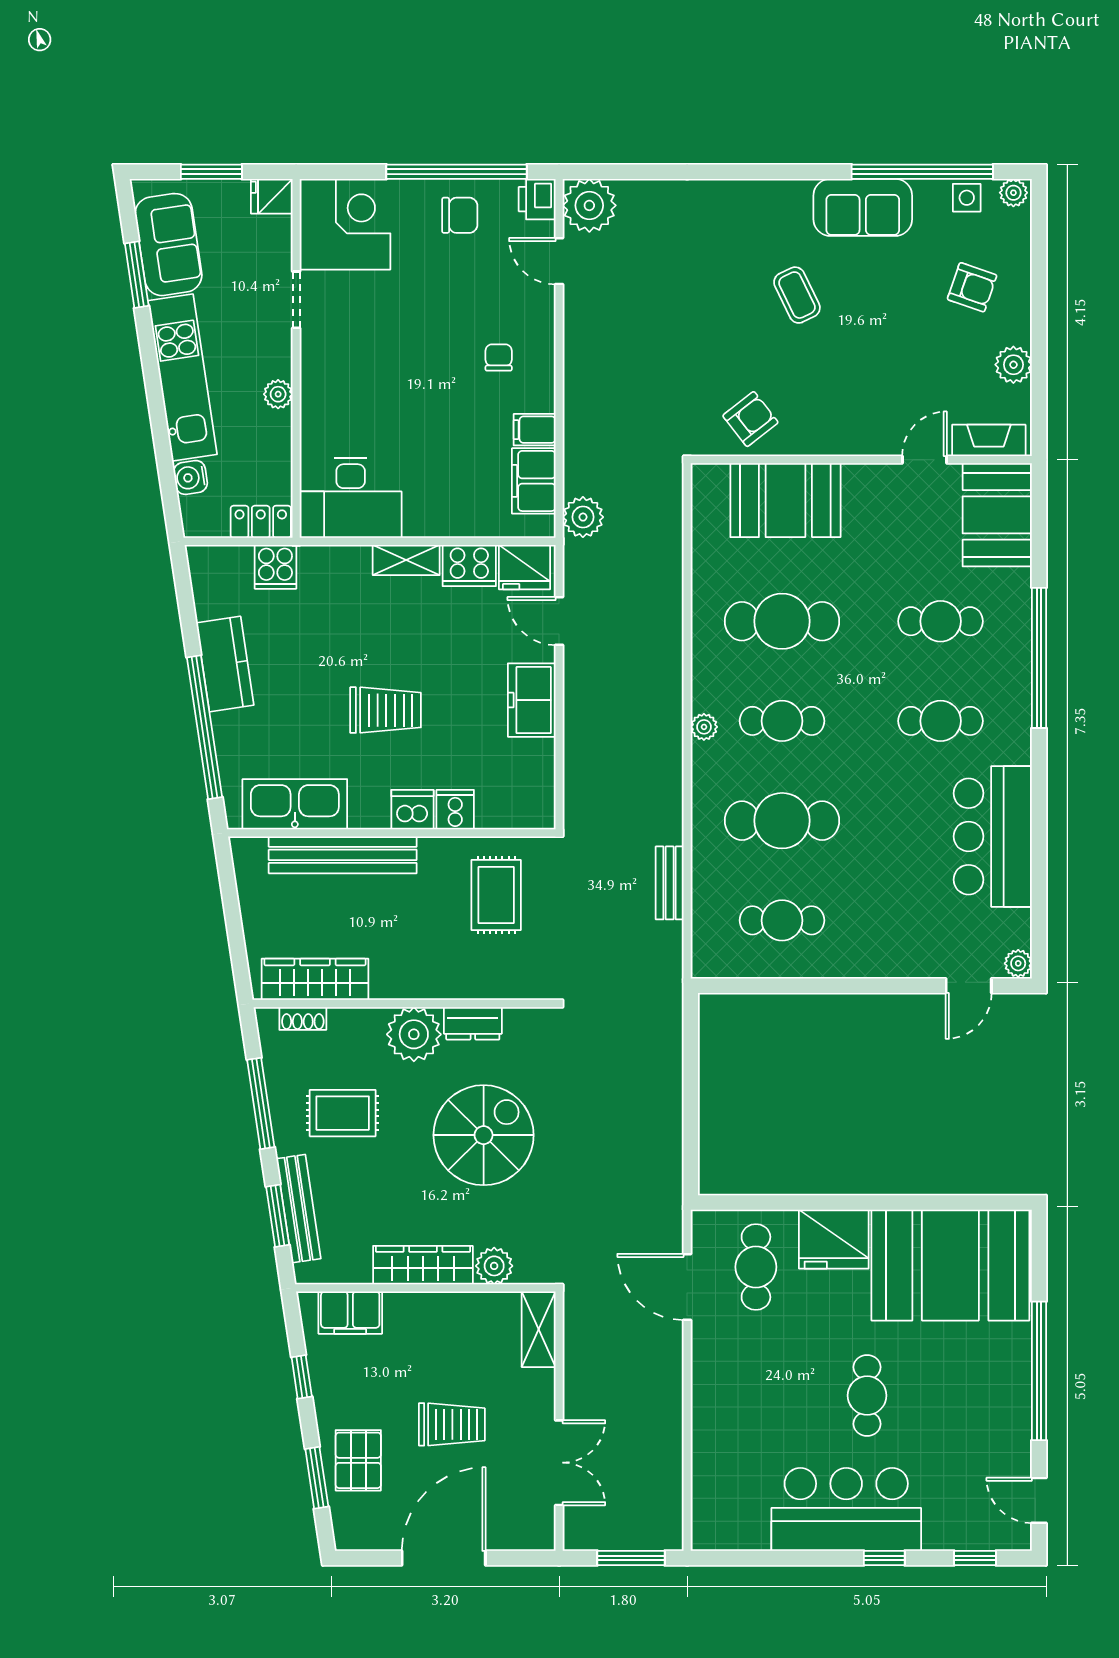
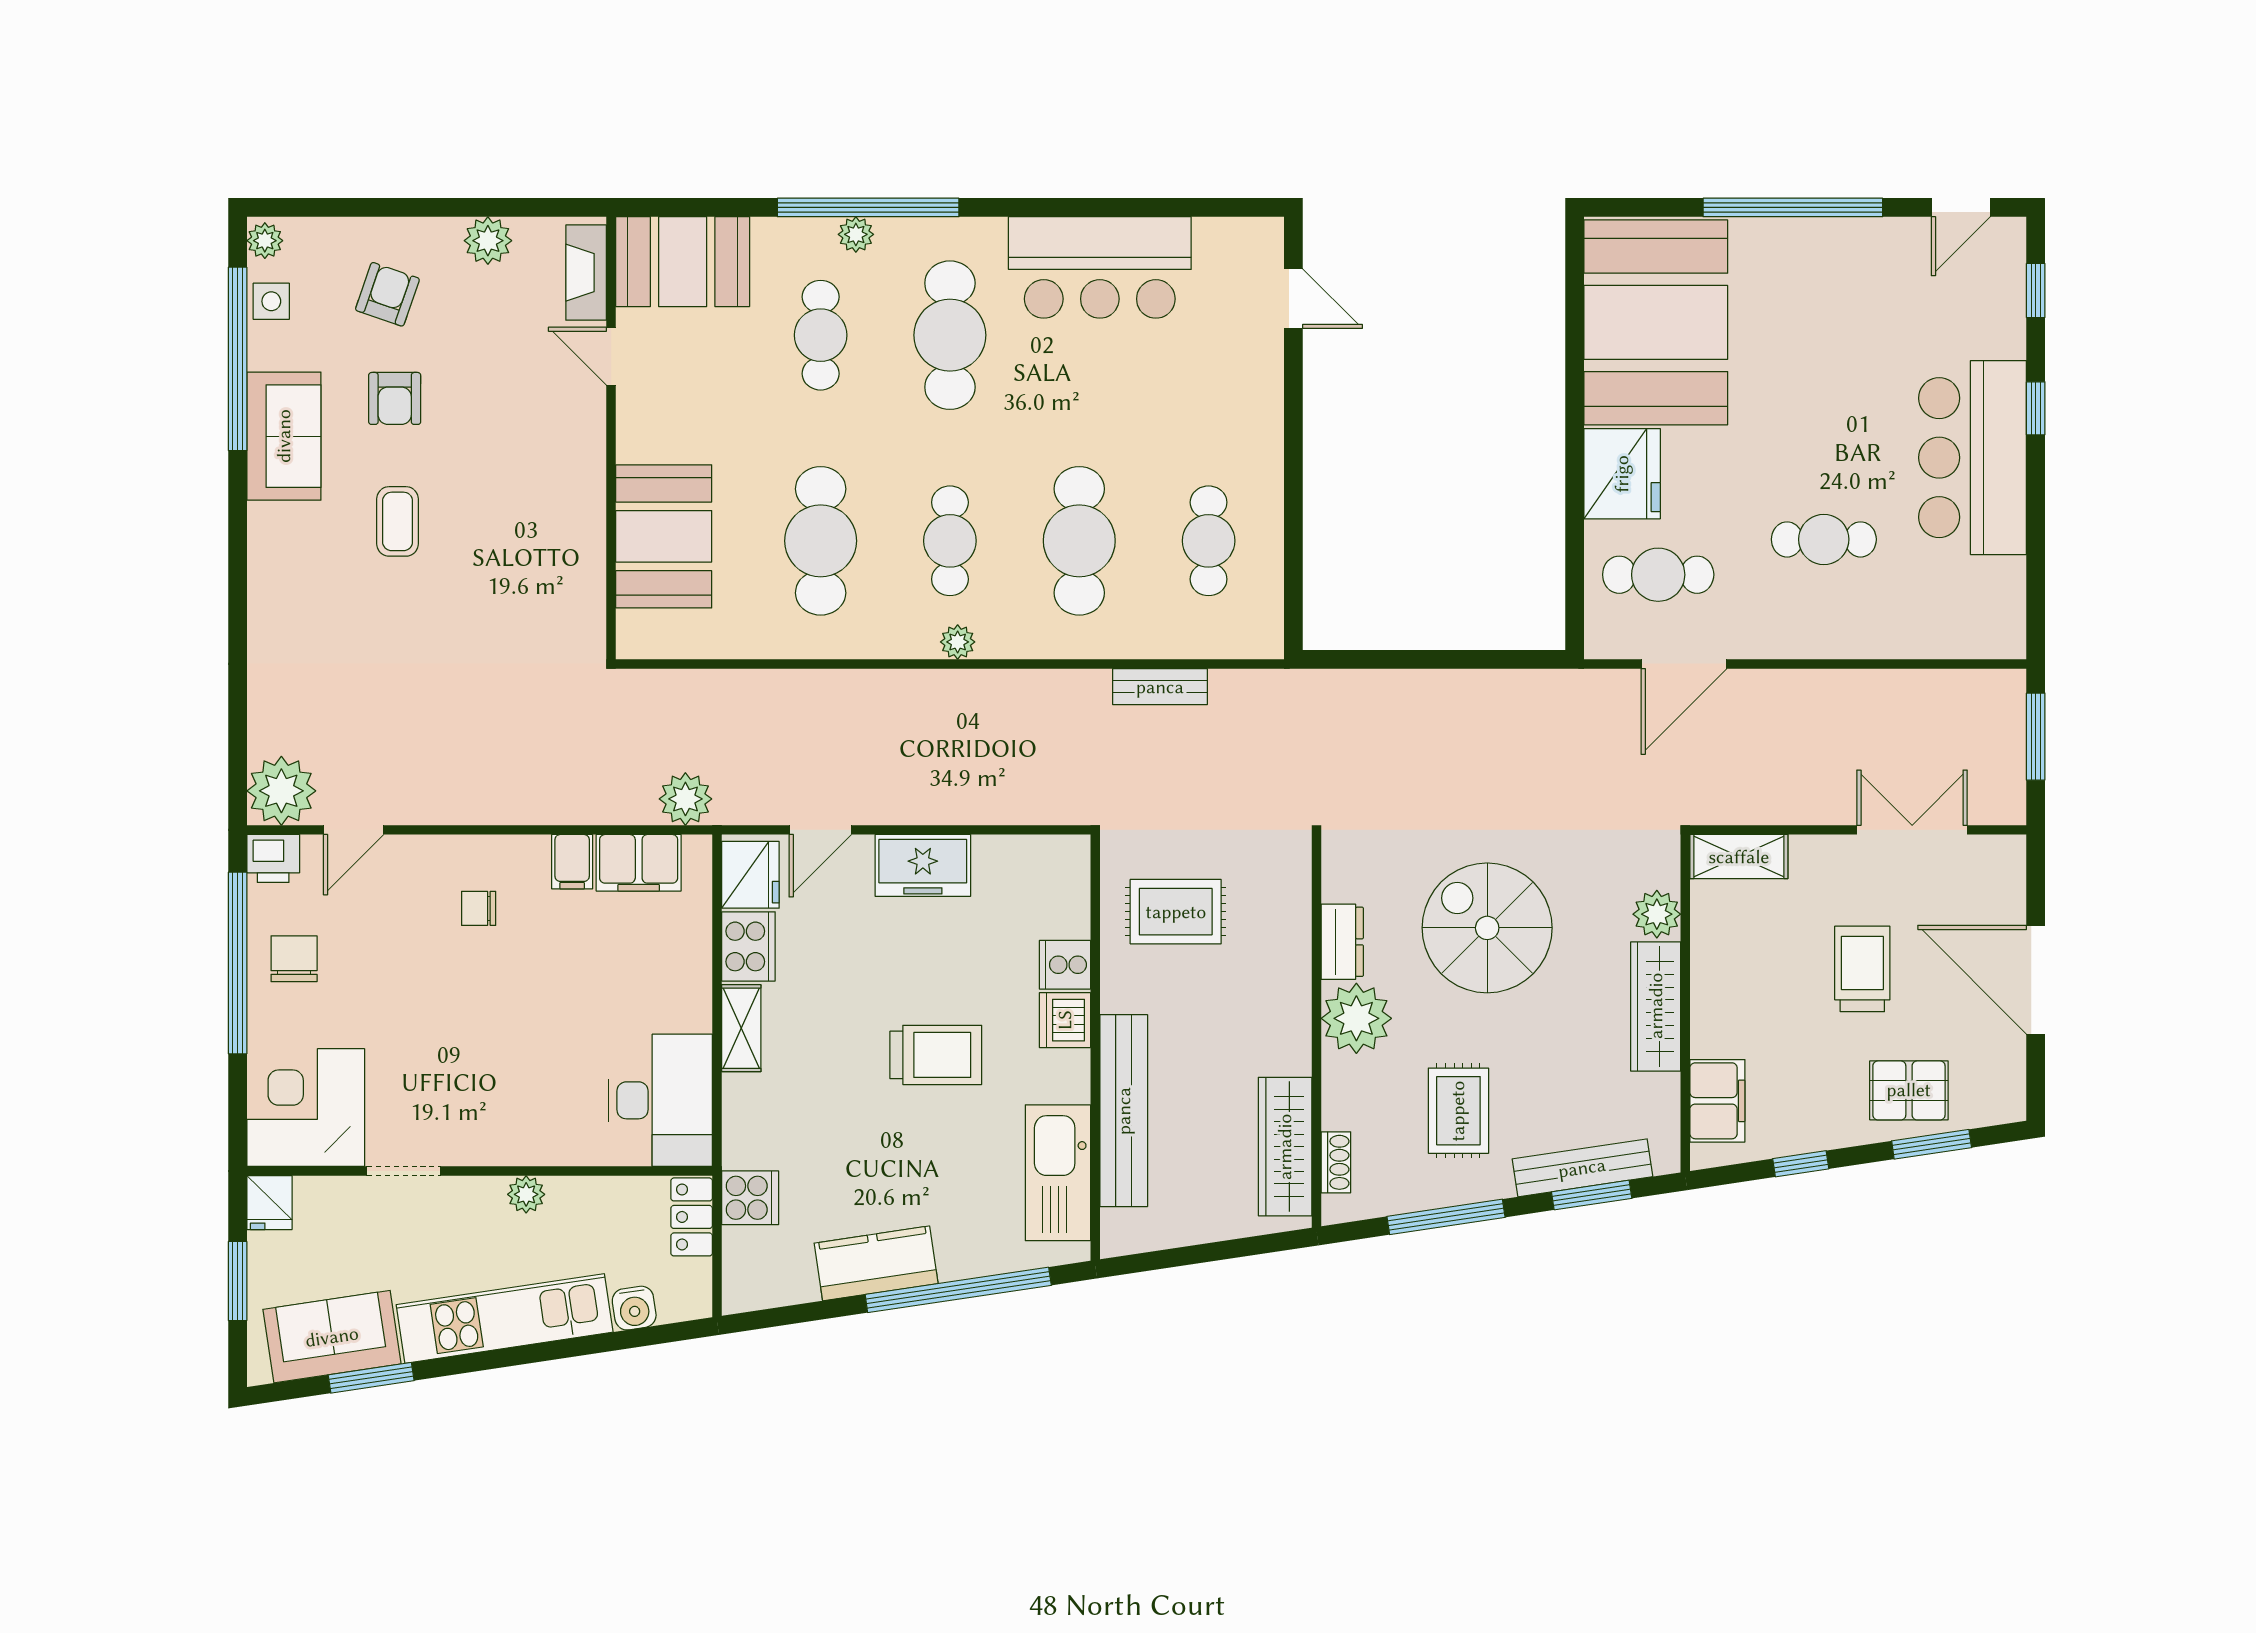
coffee table: (797, 295) -> (398, 521), turned -64
armchair: (750, 419) -> (395, 398), moved, turned -142
trolley: (386, 710) -> (936, 1055), turned 90
cafe table: (941, 721) -> (950, 335), width x1.37, depth x1.35
plant: (1018, 963) -> (856, 234), moved
cafe table: (867, 1396) -> (1824, 539), moved

